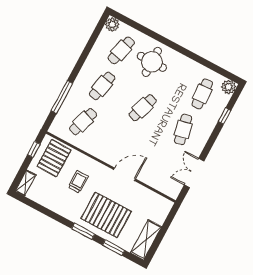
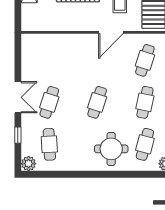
cafe table: (183, 129) -> (49, 102), turned 30
double door: (194, 173) -> (18, 97), moved
door: (125, 174) -> (111, 32), moved

